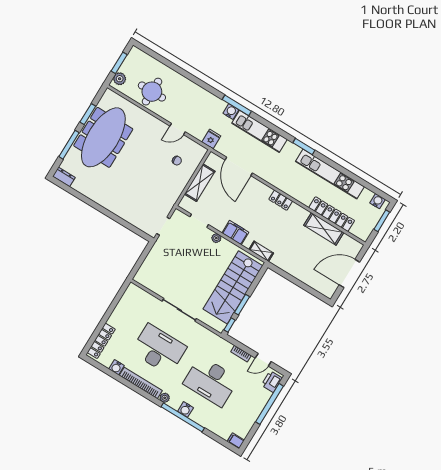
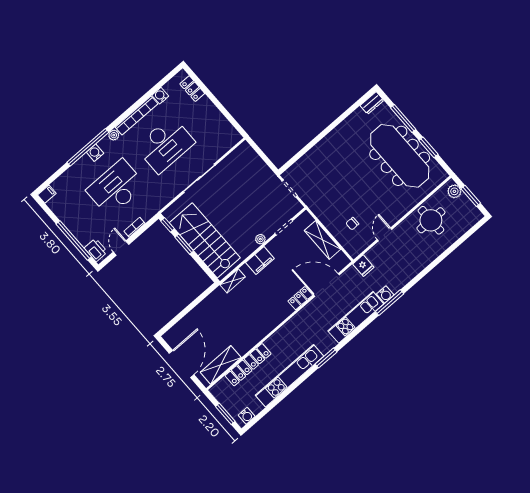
locker: (281, 200) -> (300, 298), moved
shelving: (324, 229) -> (221, 365), moved
locker: (101, 341) -> (192, 89), width x0.66

